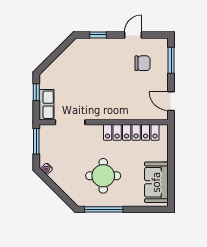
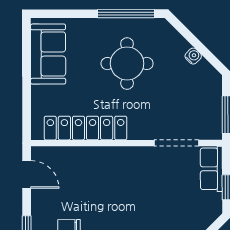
water cooler: (47, 169) -> (193, 56), moved

